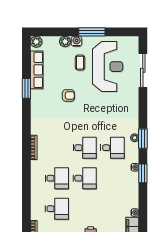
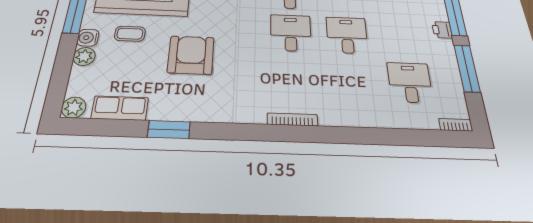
row of seats: (37, 70) -> (120, 108), width x0.68
armchair: (68, 96) -> (191, 55), width x1.88, depth x1.88
desk: (57, 178) -> (351, 80), removed

